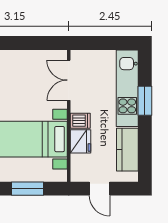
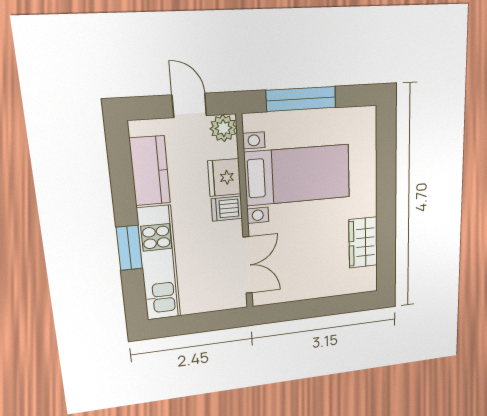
plant: (79, 173) -> (223, 128), added
window: (27, 189) -> (301, 99), width x1.44

